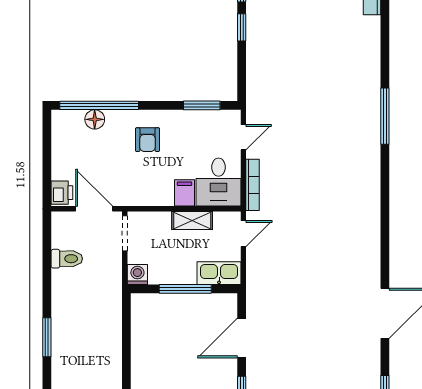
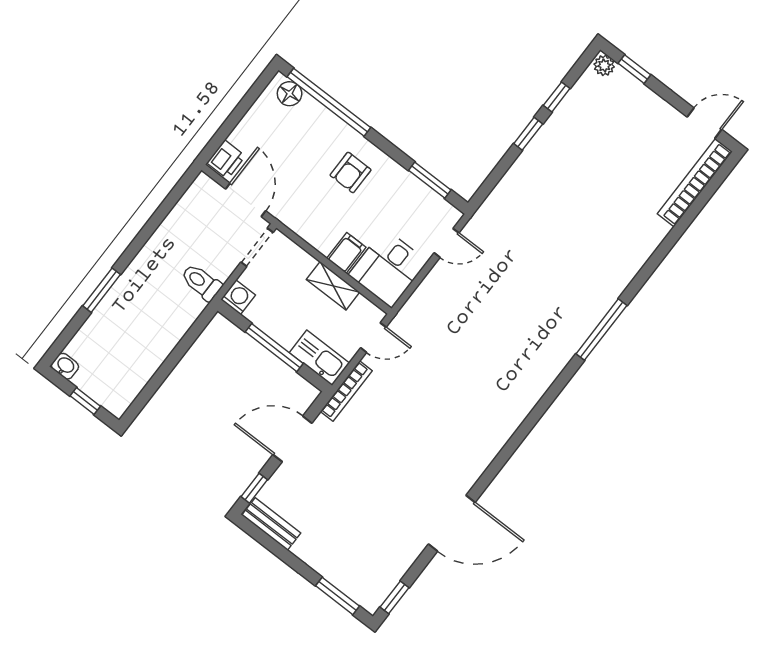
floor lamp: (95, 119) -> (290, 94), moved
bookcase: (253, 185) -> (346, 391), moved
toilet: (67, 259) -> (201, 282), moved, turned 180

